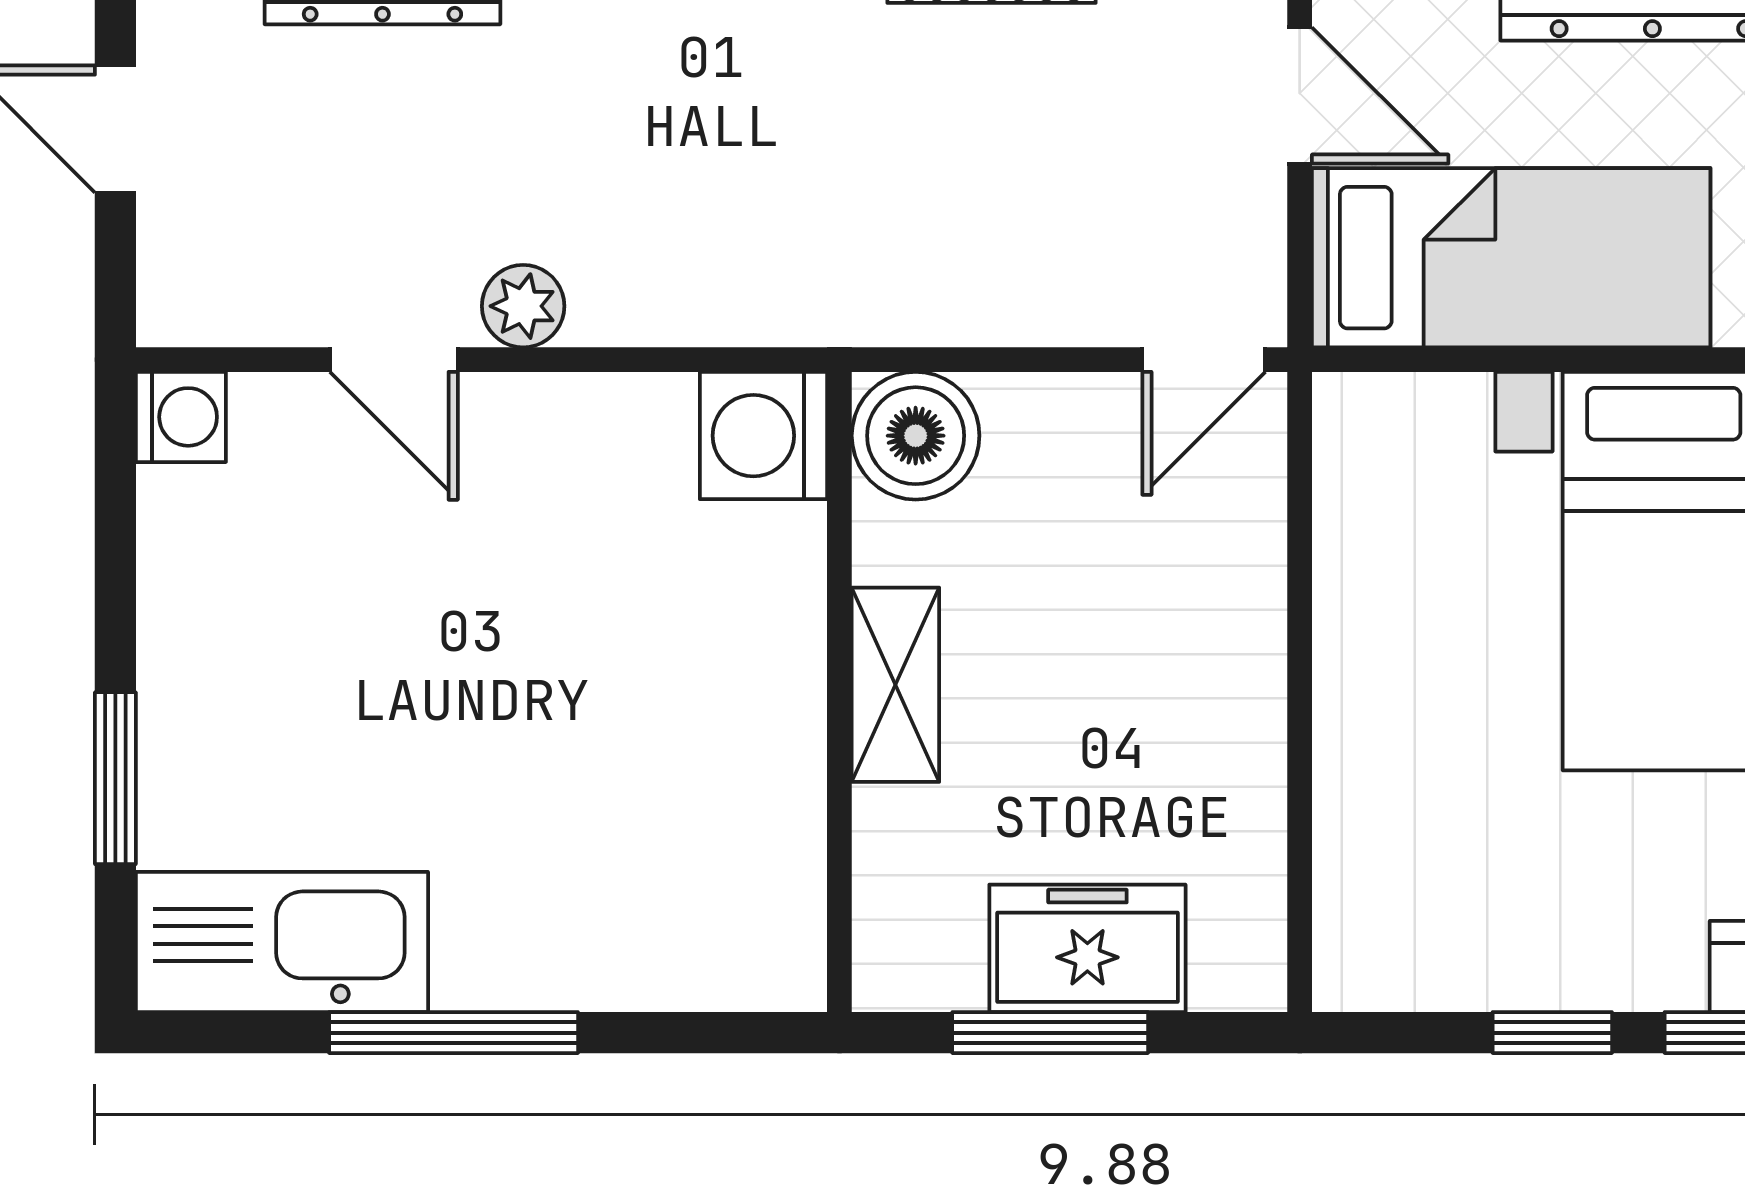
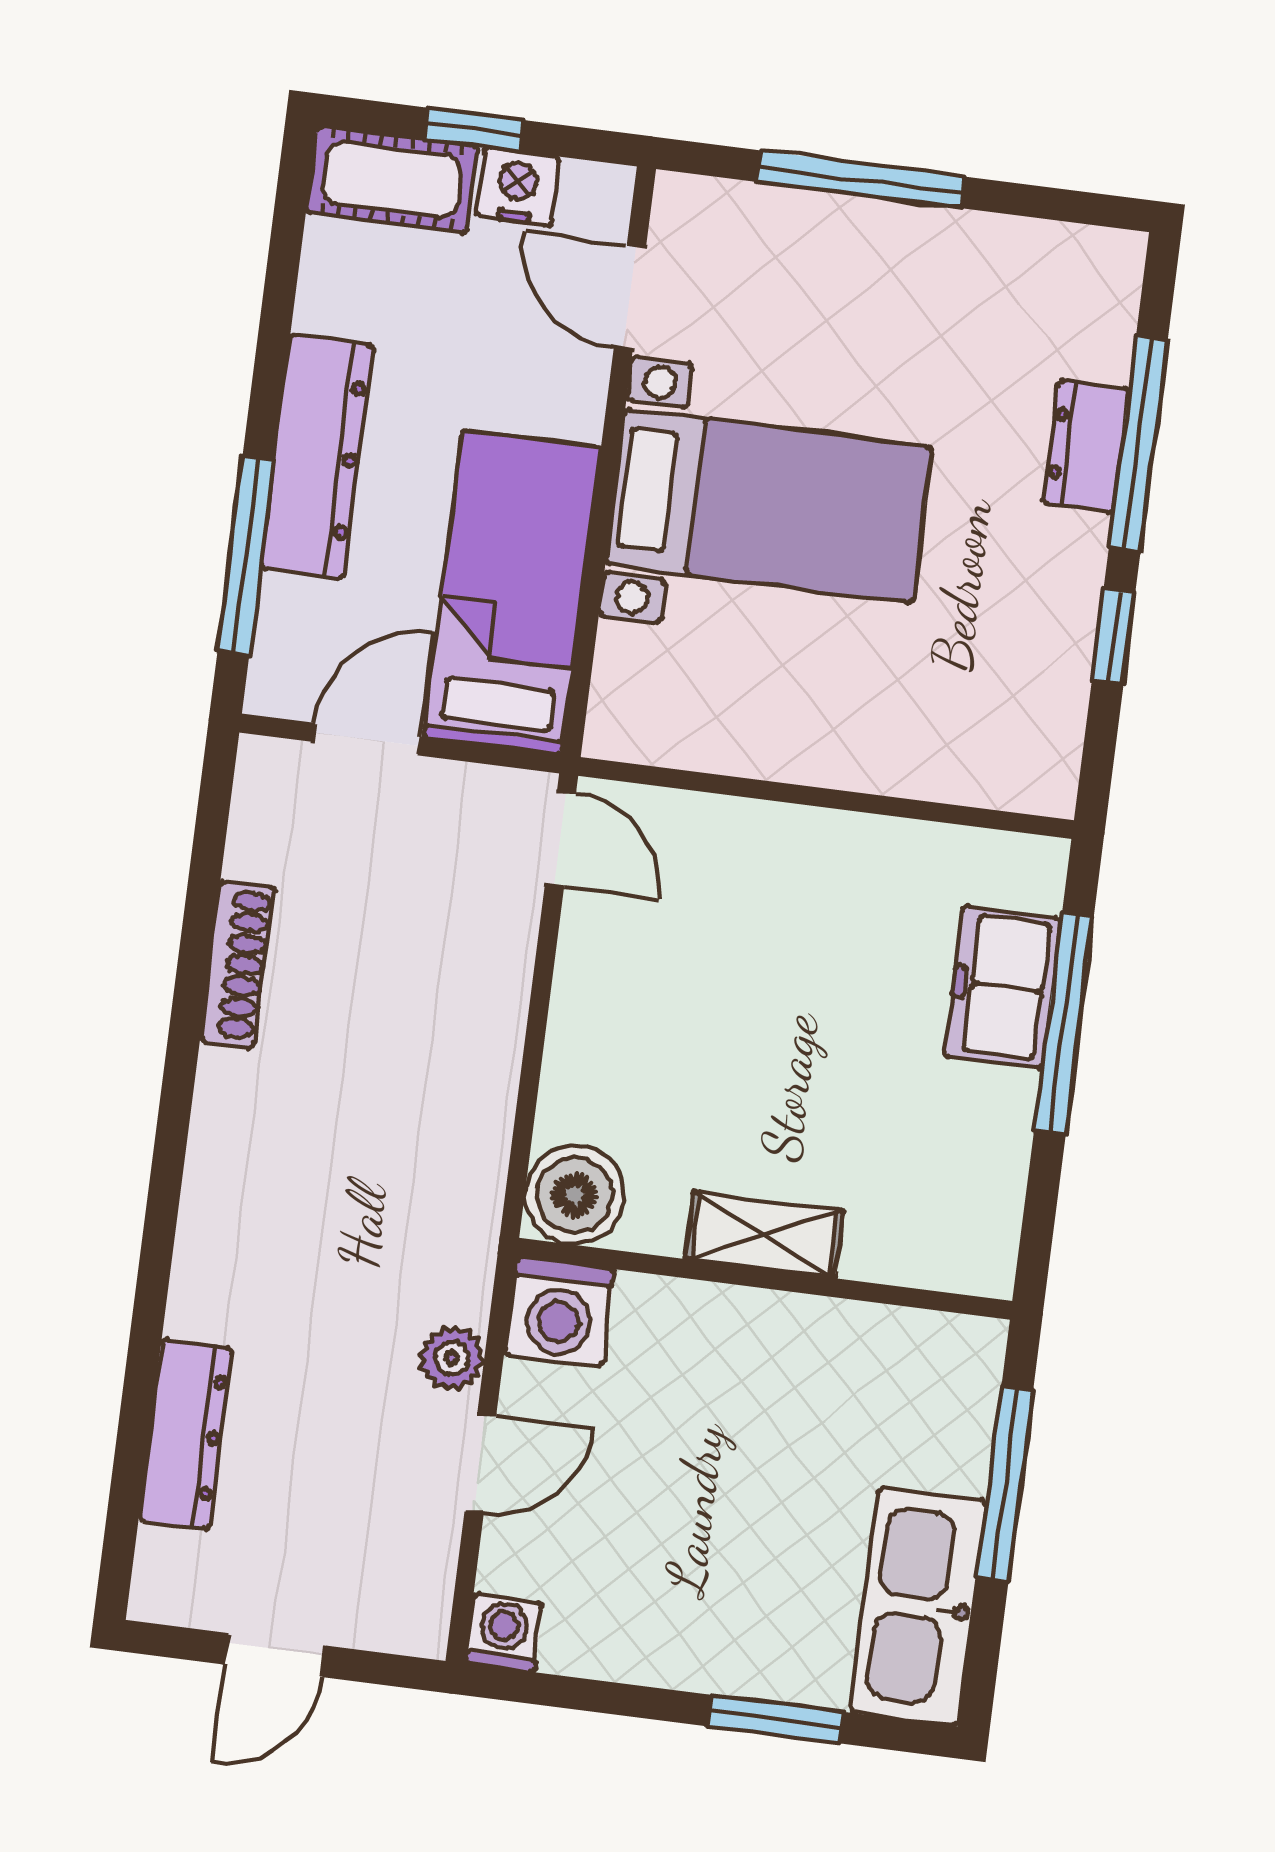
washing machine: (764, 436) -> (559, 1312), moved
boiler: (916, 436) -> (574, 1195), moved
shelving: (895, 685) -> (764, 1235), moved
wall: (839, 692) -> (764, 1279), moved
window: (1050, 1033) -> (1064, 1024), width x1.44

